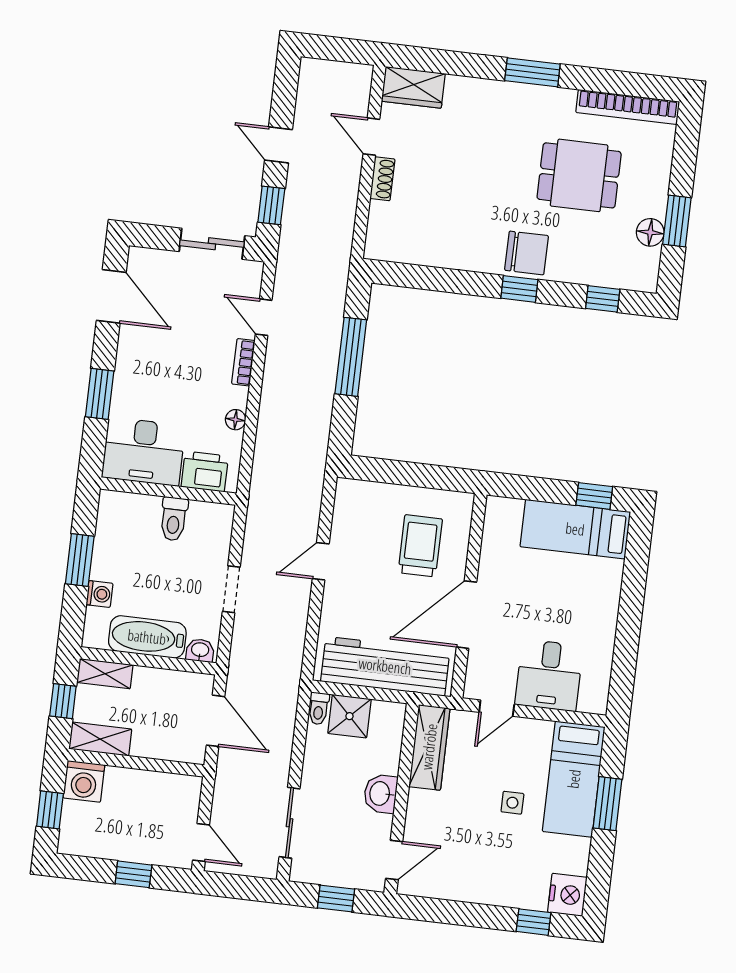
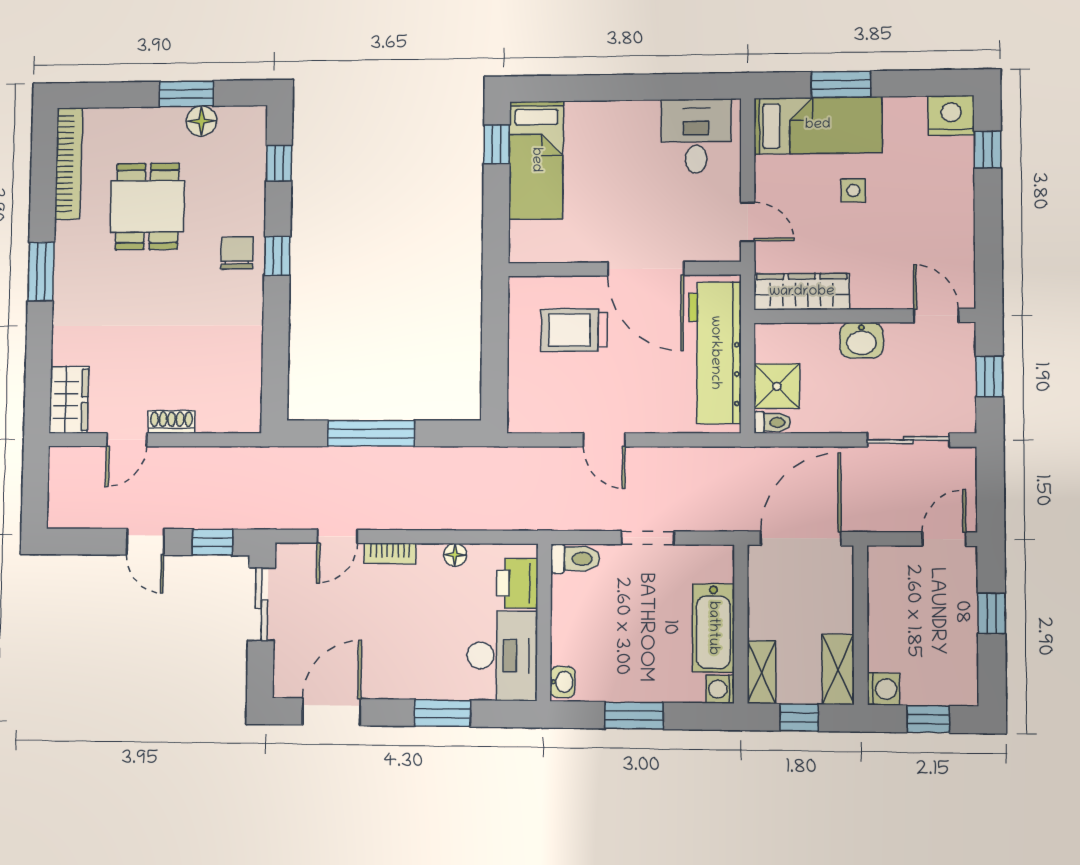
door: (279, 145) -> (145, 542), hinge flipped
chair: (527, 253) -> (237, 253), width x0.73, depth x0.73
toilet: (174, 519) -> (575, 559), moved
washing machine: (99, 594) -> (720, 689), moved, turned -90
washbasin: (200, 650) -> (562, 682), moved, turned 180
desk: (549, 675) -> (696, 136), moved, turned -90
door: (216, 721) -> (801, 538), width x1.36
washing machine: (84, 781) -> (884, 689), width x0.73, depth x0.73

